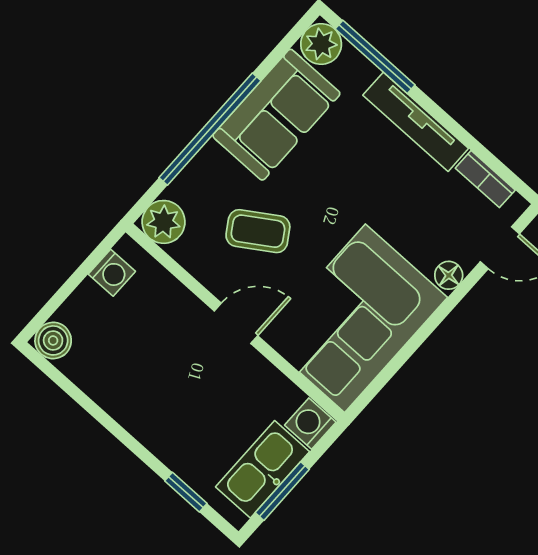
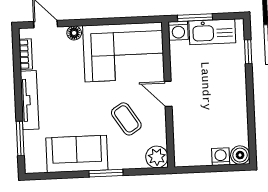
plant: (321, 44) -> (35, 163), removed
window: (375, 57) -> (20, 138), width x0.69
window: (210, 129) -> (106, 173), width x0.47
washing machine: (112, 273) -> (221, 157), moved
window: (282, 491) -> (195, 18), moved

